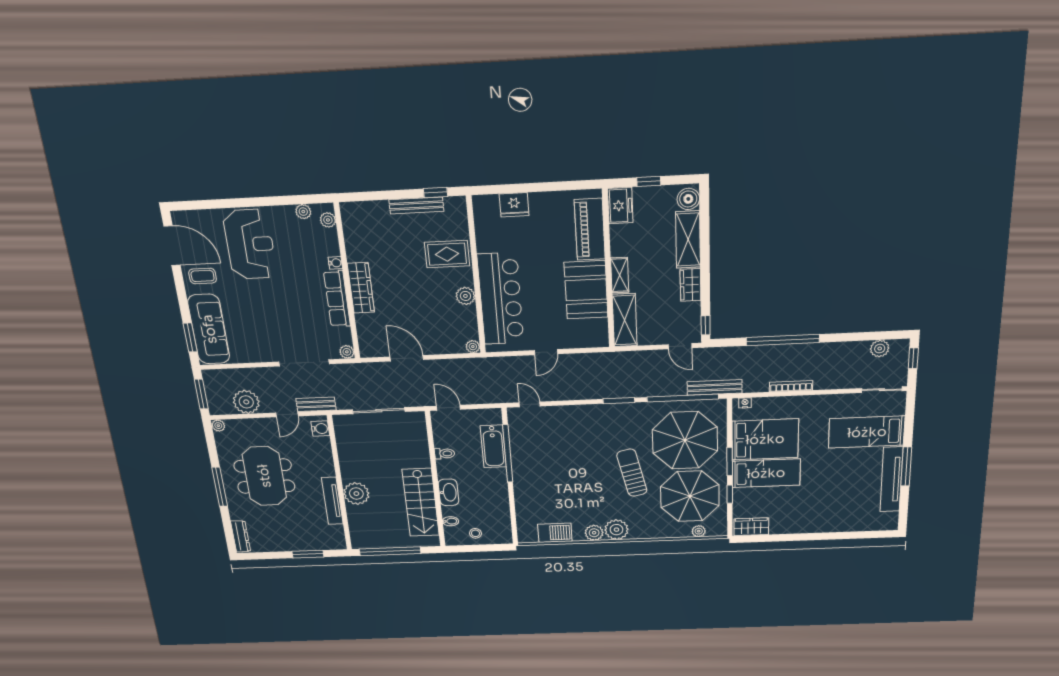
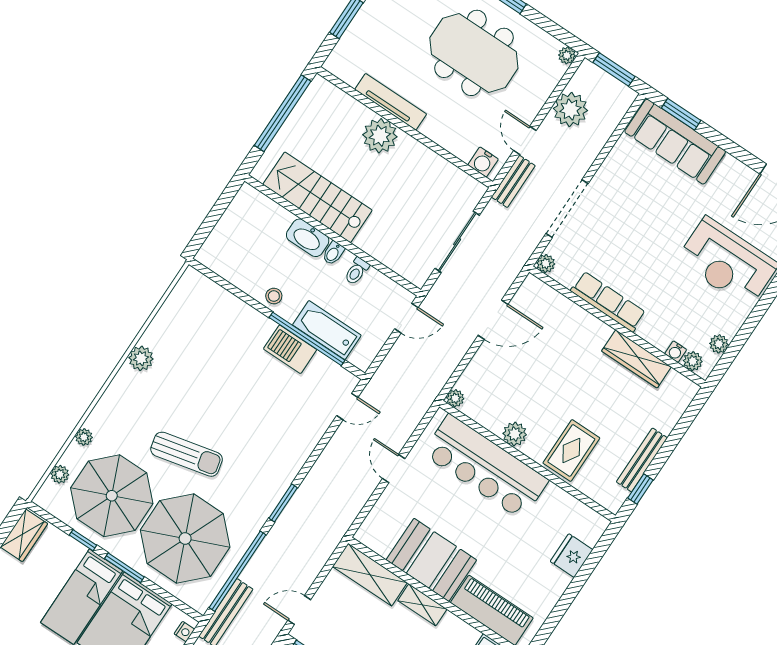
water cooler: (335, 263) -> (676, 352), moved
coffee table: (203, 276) -> (732, 186), removed
wardrobe: (361, 288) -> (636, 359), moved
bidet: (451, 521) -> (333, 253), moved
plant: (616, 530) -> (84, 437), moved, width x0.53, depth x0.53
stool: (475, 533) -> (274, 296), moved
barbecue: (555, 533) -> (290, 349), moved, turned 90

